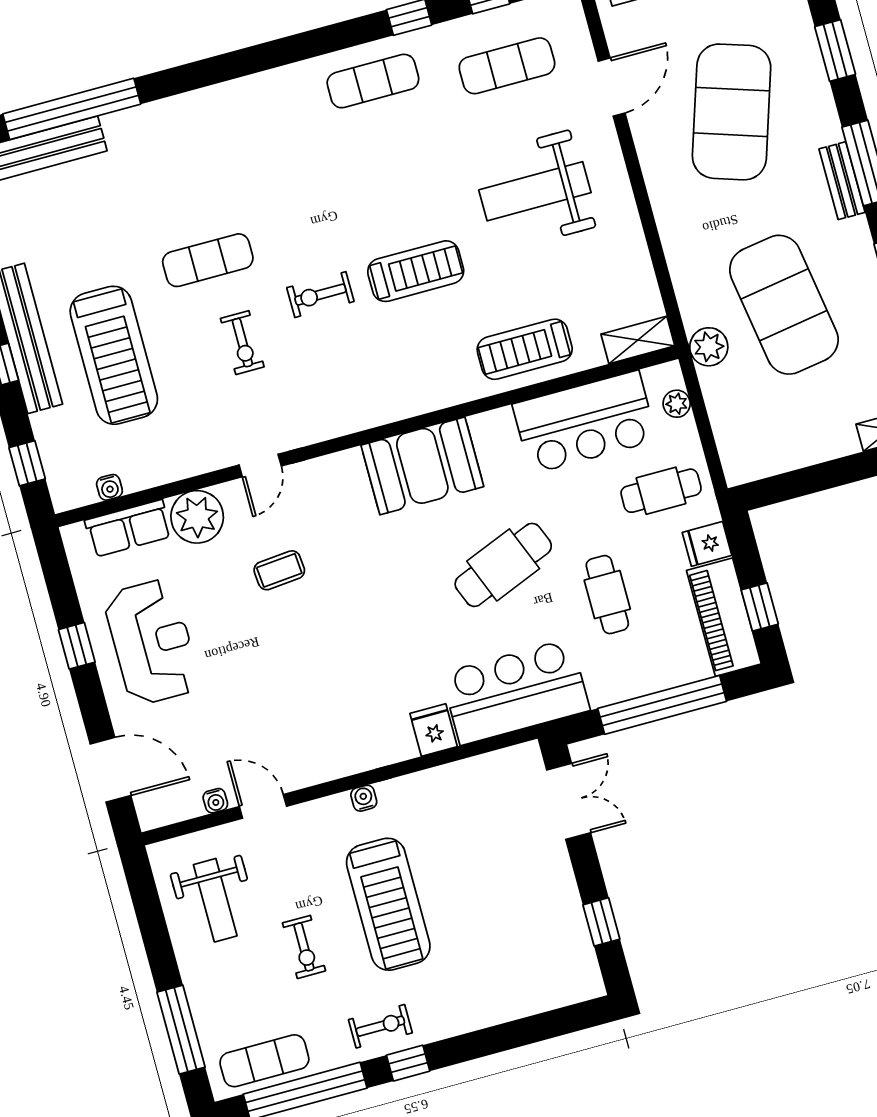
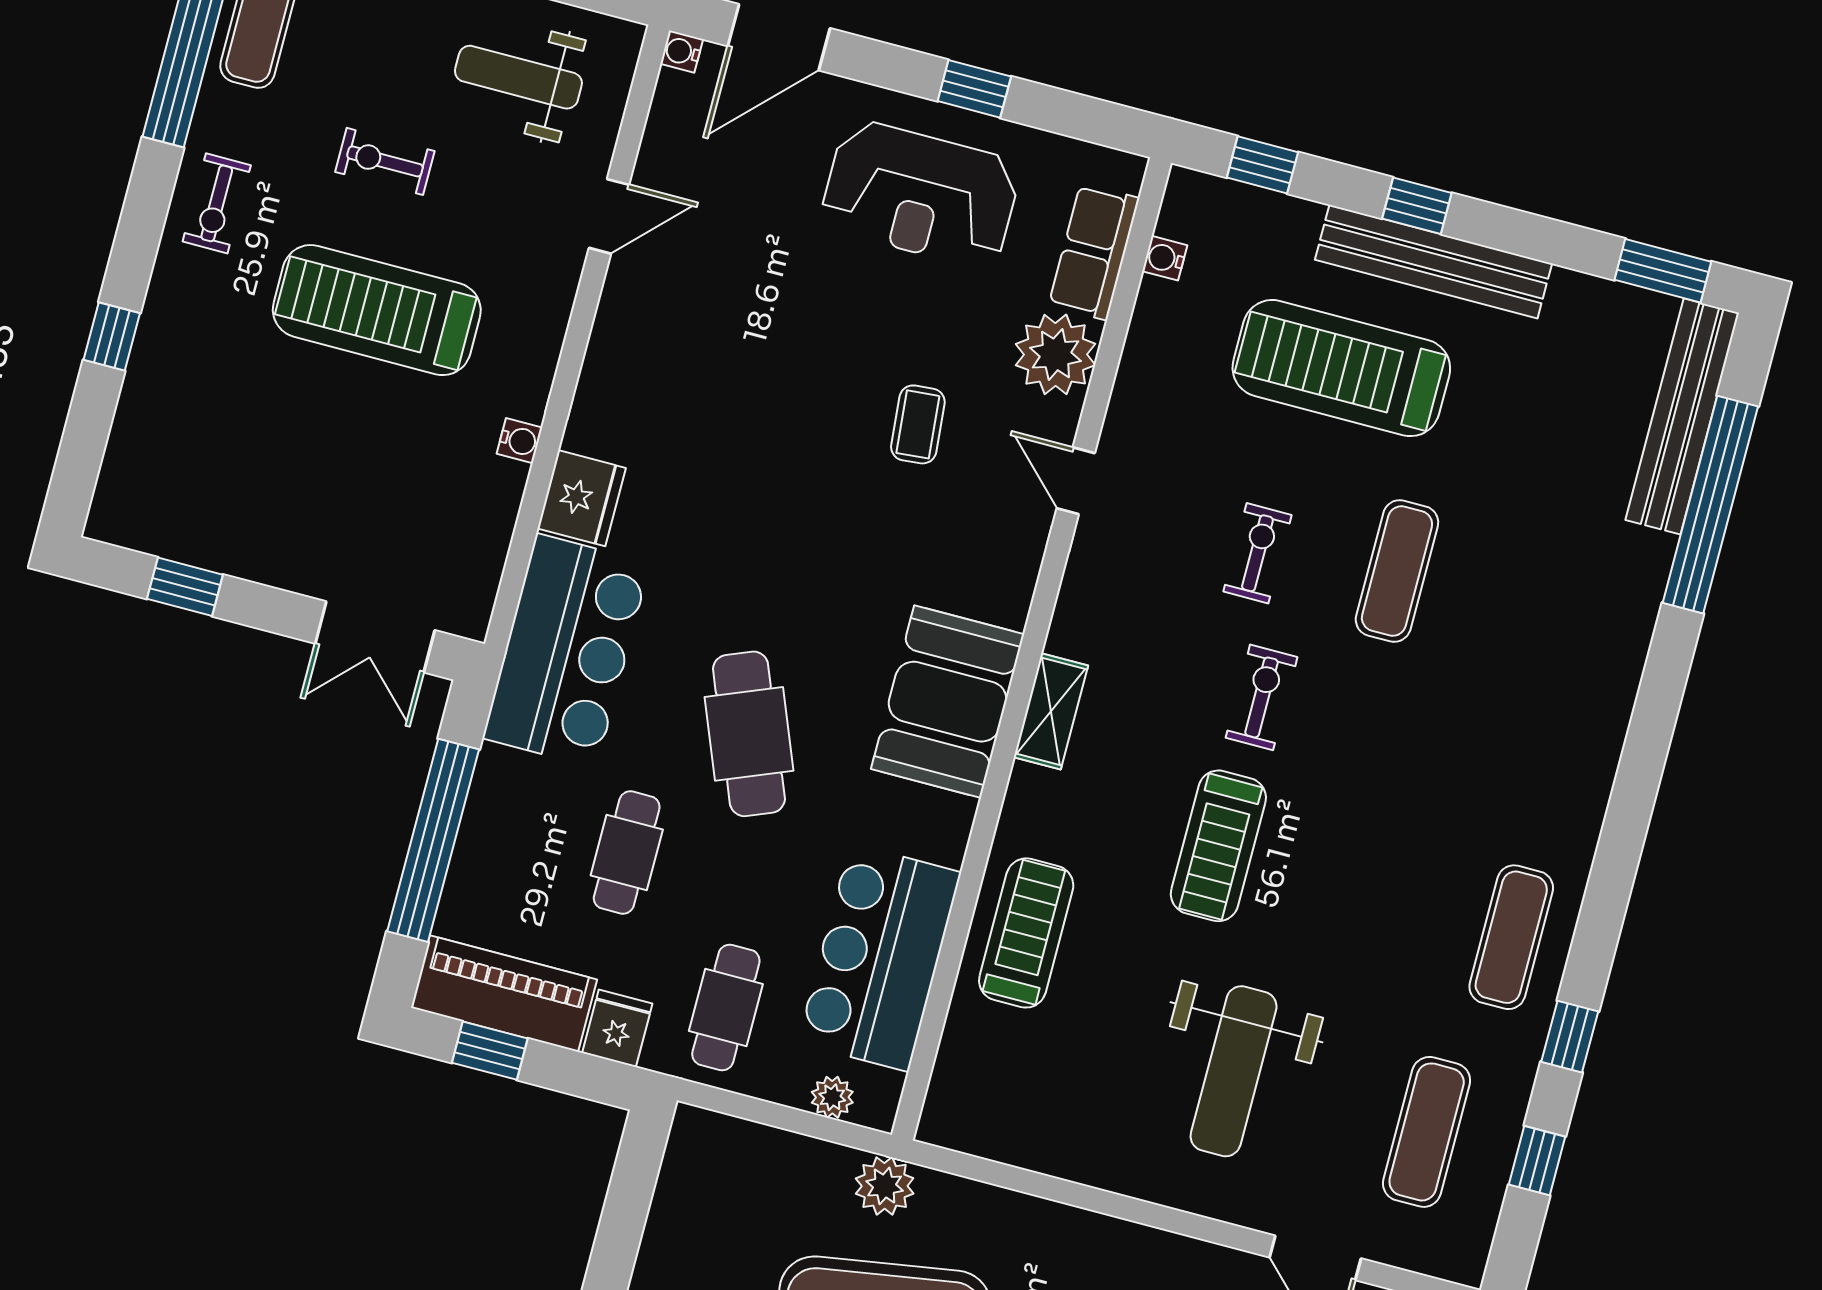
weight bench: (535, 191) -> (1234, 1071), turned 180
shelving: (638, 340) -> (1051, 711), moved
exercise bike: (242, 343) -> (1257, 553), turned 90
cafe table: (607, 595) -> (627, 852), turned 90
fridge: (434, 730) -> (582, 498), width x1.38
water cooler: (364, 798) -> (519, 441), moved
water cooler: (215, 801) -> (682, 52), moved
window: (408, 1063) -> (112, 336), moved

